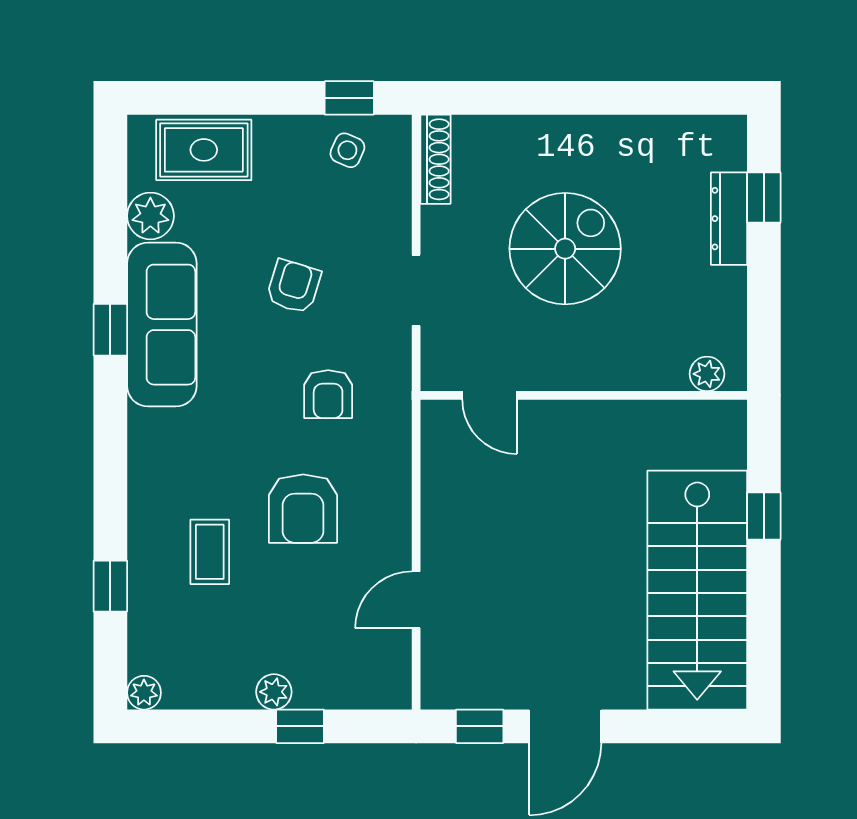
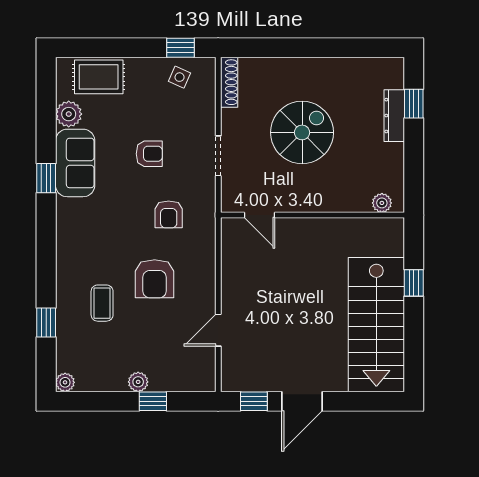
armchair: (294, 286) -> (149, 154), turned 73
sofa: (162, 325) -> (75, 163), width x0.73

